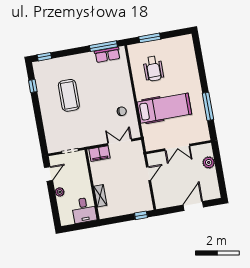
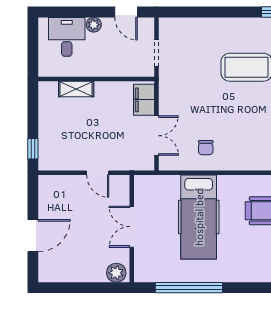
window: (208, 106) -> (189, 288), width x1.46
plant: (209, 162) -> (116, 273), moved
door: (193, 206) -> (33, 236), hinge flipped
desk: (84, 210) -> (67, 37), moved, turned 90

